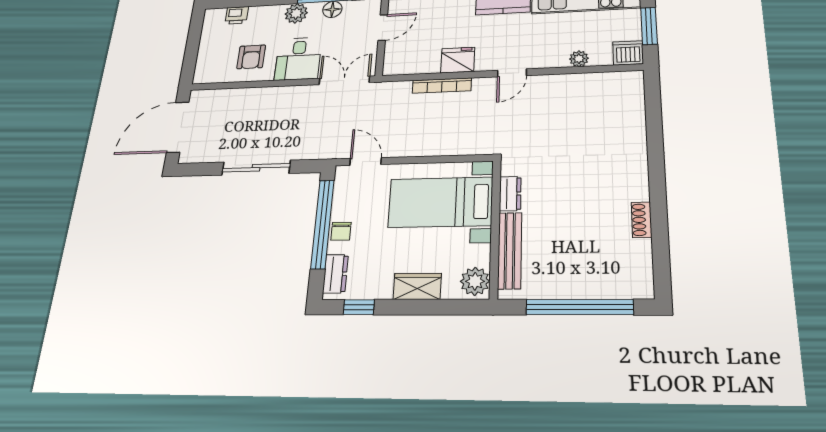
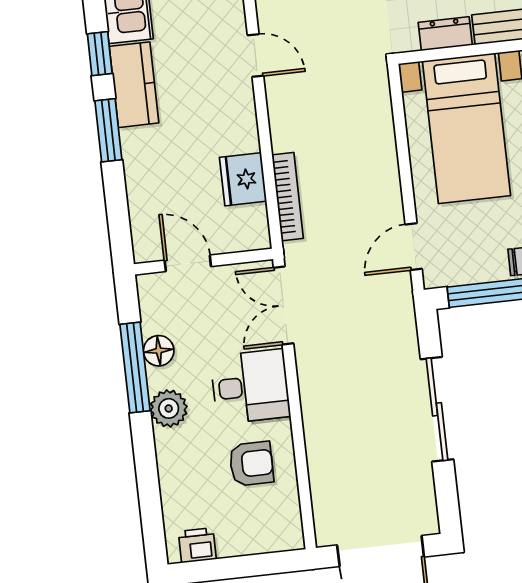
printer: (237, 15) -> (197, 545), moved, turned -90
fridge: (458, 60) -> (243, 179), moved
bookcase: (442, 86) -> (288, 197), moved

